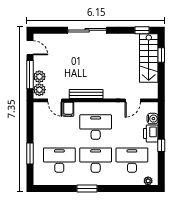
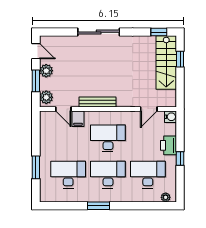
window: (30, 75) -> (36, 81), width x0.69
plant: (39, 77) -> (46, 71), moved
water cooler: (153, 119) -> (170, 117), moved

